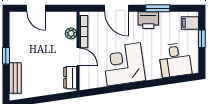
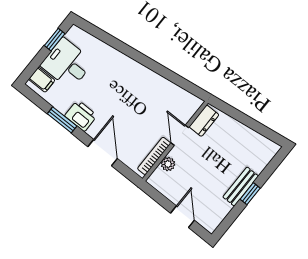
window: (202, 39) -> (55, 40), moved
desk: (175, 60) -> (67, 64), moved, turned -82
corner desk: (124, 64) -> (140, 91), removed
bench: (15, 78) -> (241, 187), moved

